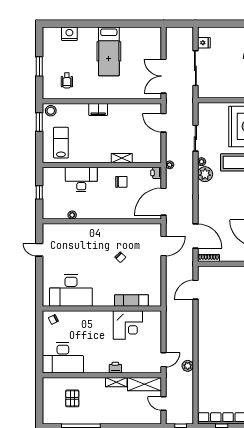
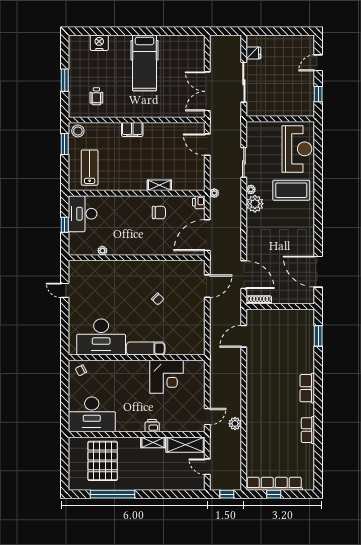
desk: (81, 179) -> (83, 214), moved, turned -90
exam couch: (131, 300) -> (146, 349), moved
pallet: (72, 398) -> (103, 461), width x2.05, depth x2.00

